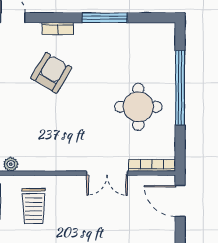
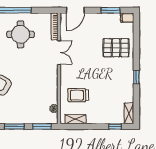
trolley: (34, 206) -> (78, 95), turned 180

